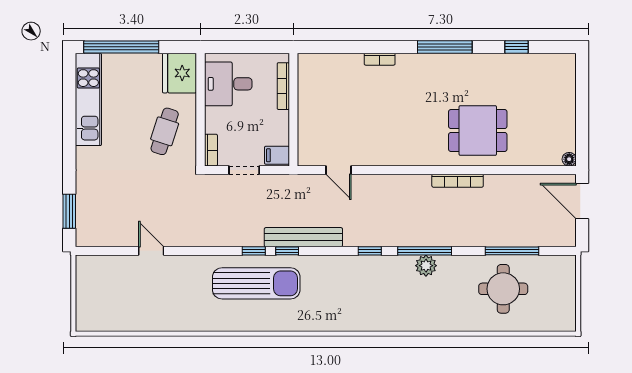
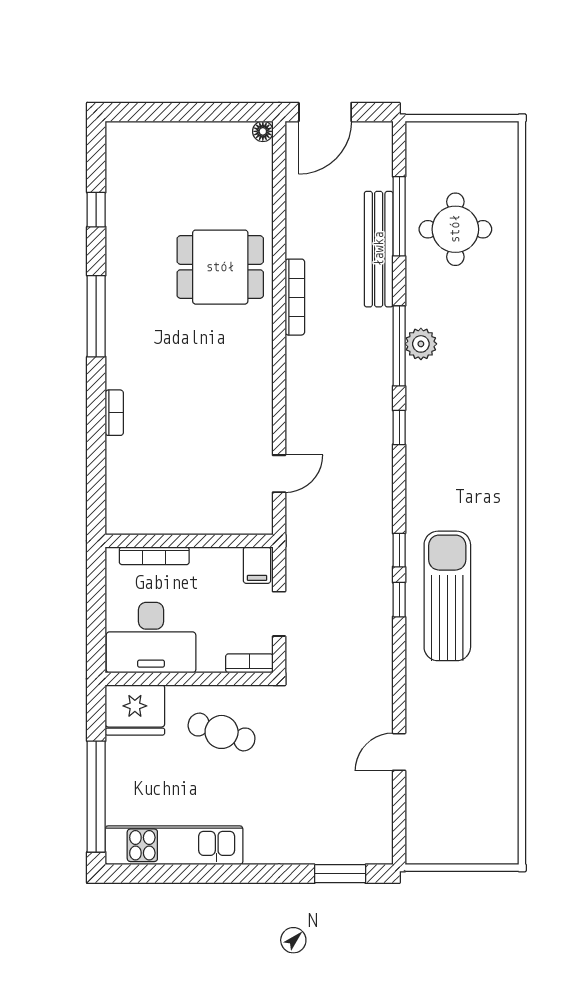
desk: (228, 84) -> (151, 638), width x1.37
dining table: (478, 130) -> (220, 267), turned 90
bench: (303, 237) -> (379, 249), moved

